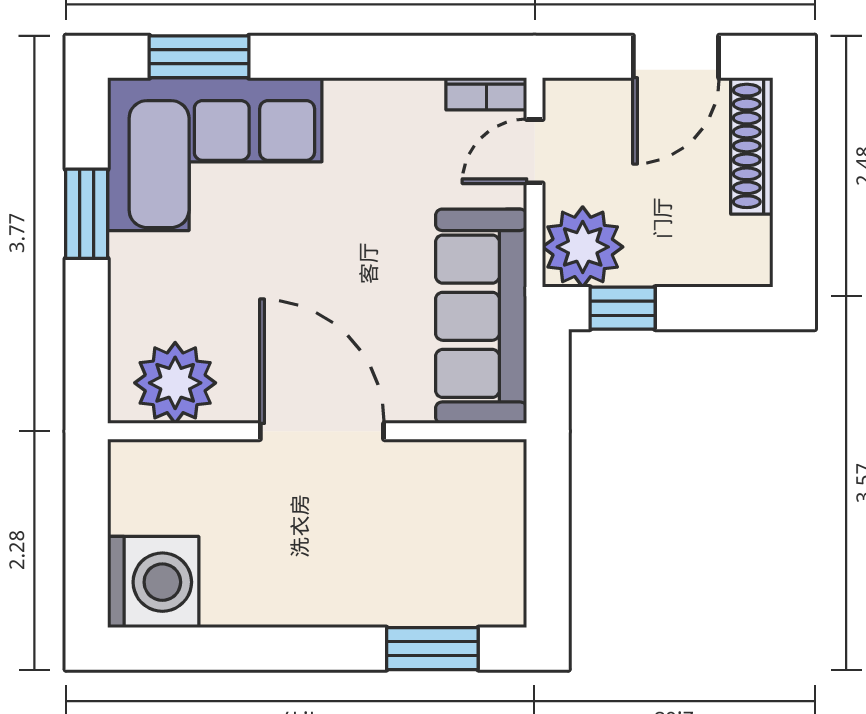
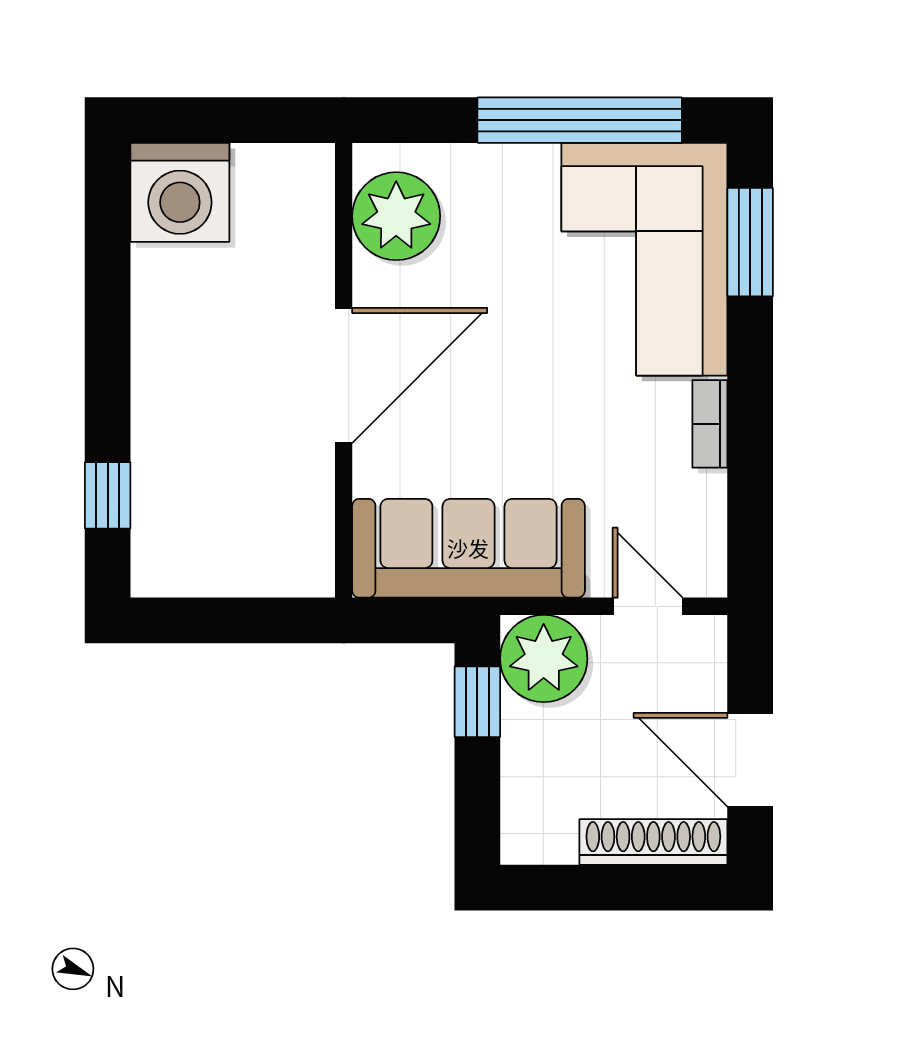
bookcase: (486, 94) -> (710, 424), moved
window: (87, 214) -> (580, 120), width x2.11
window: (432, 649) -> (108, 495), width x0.67

